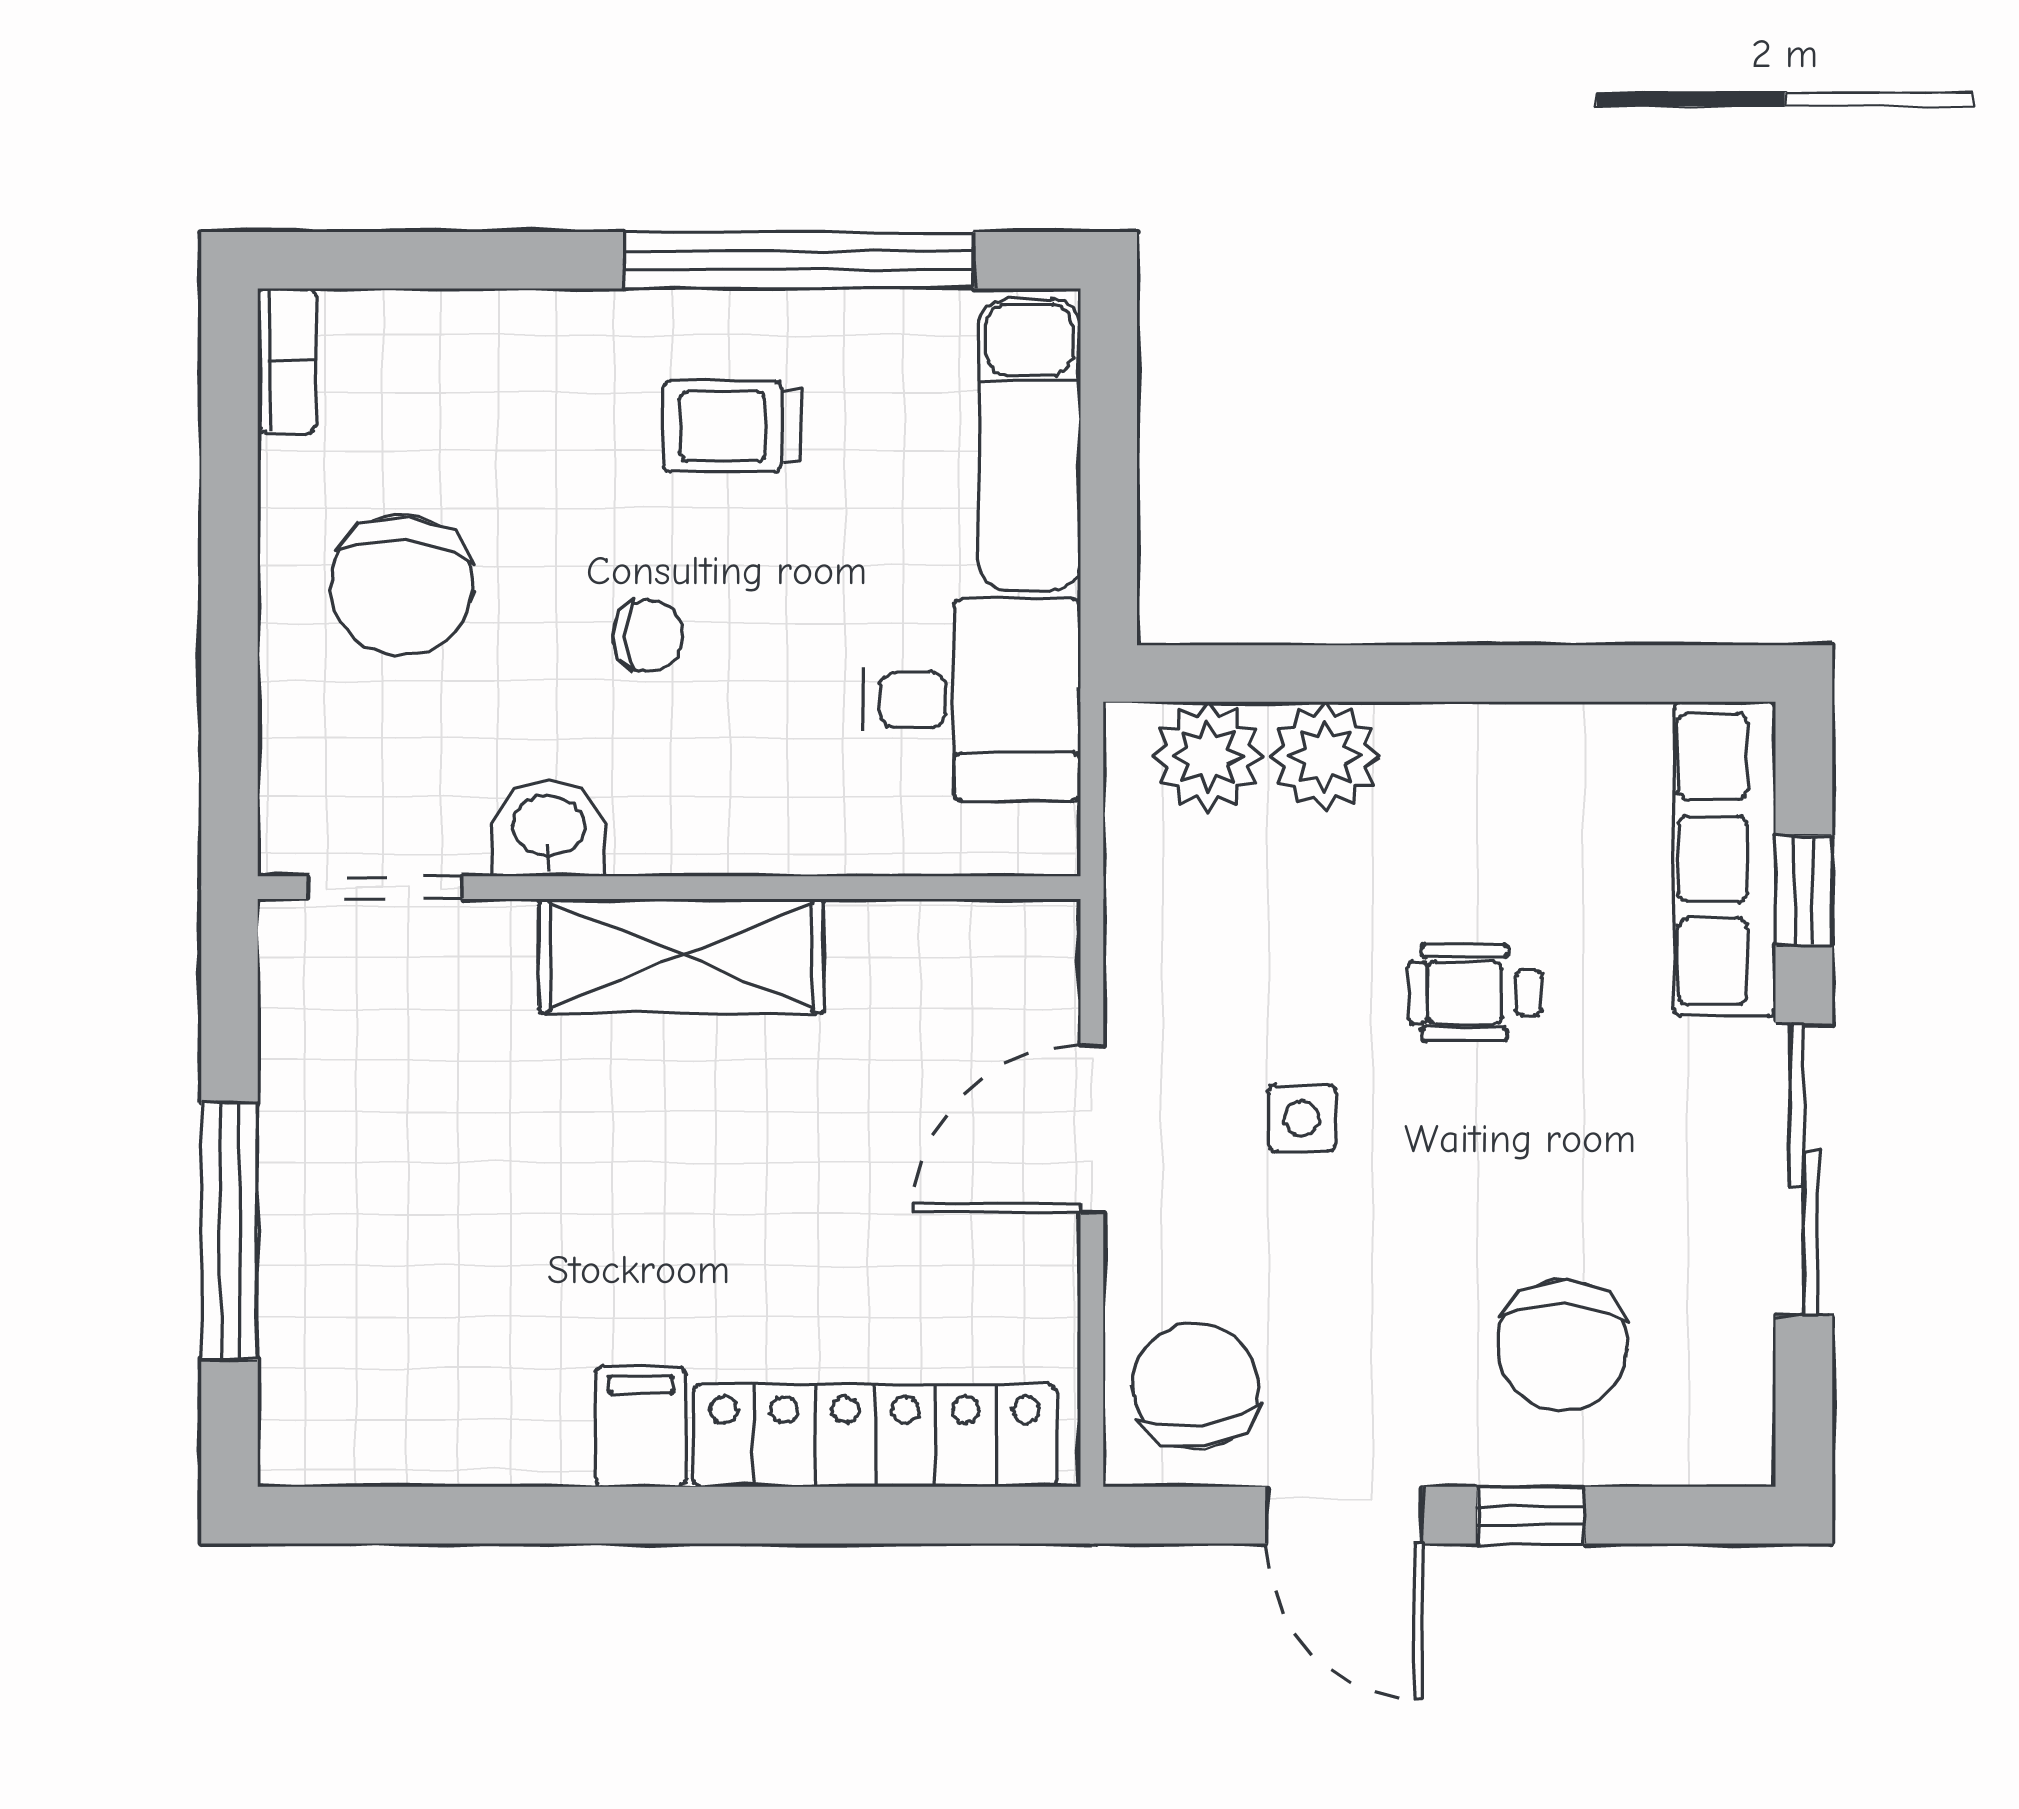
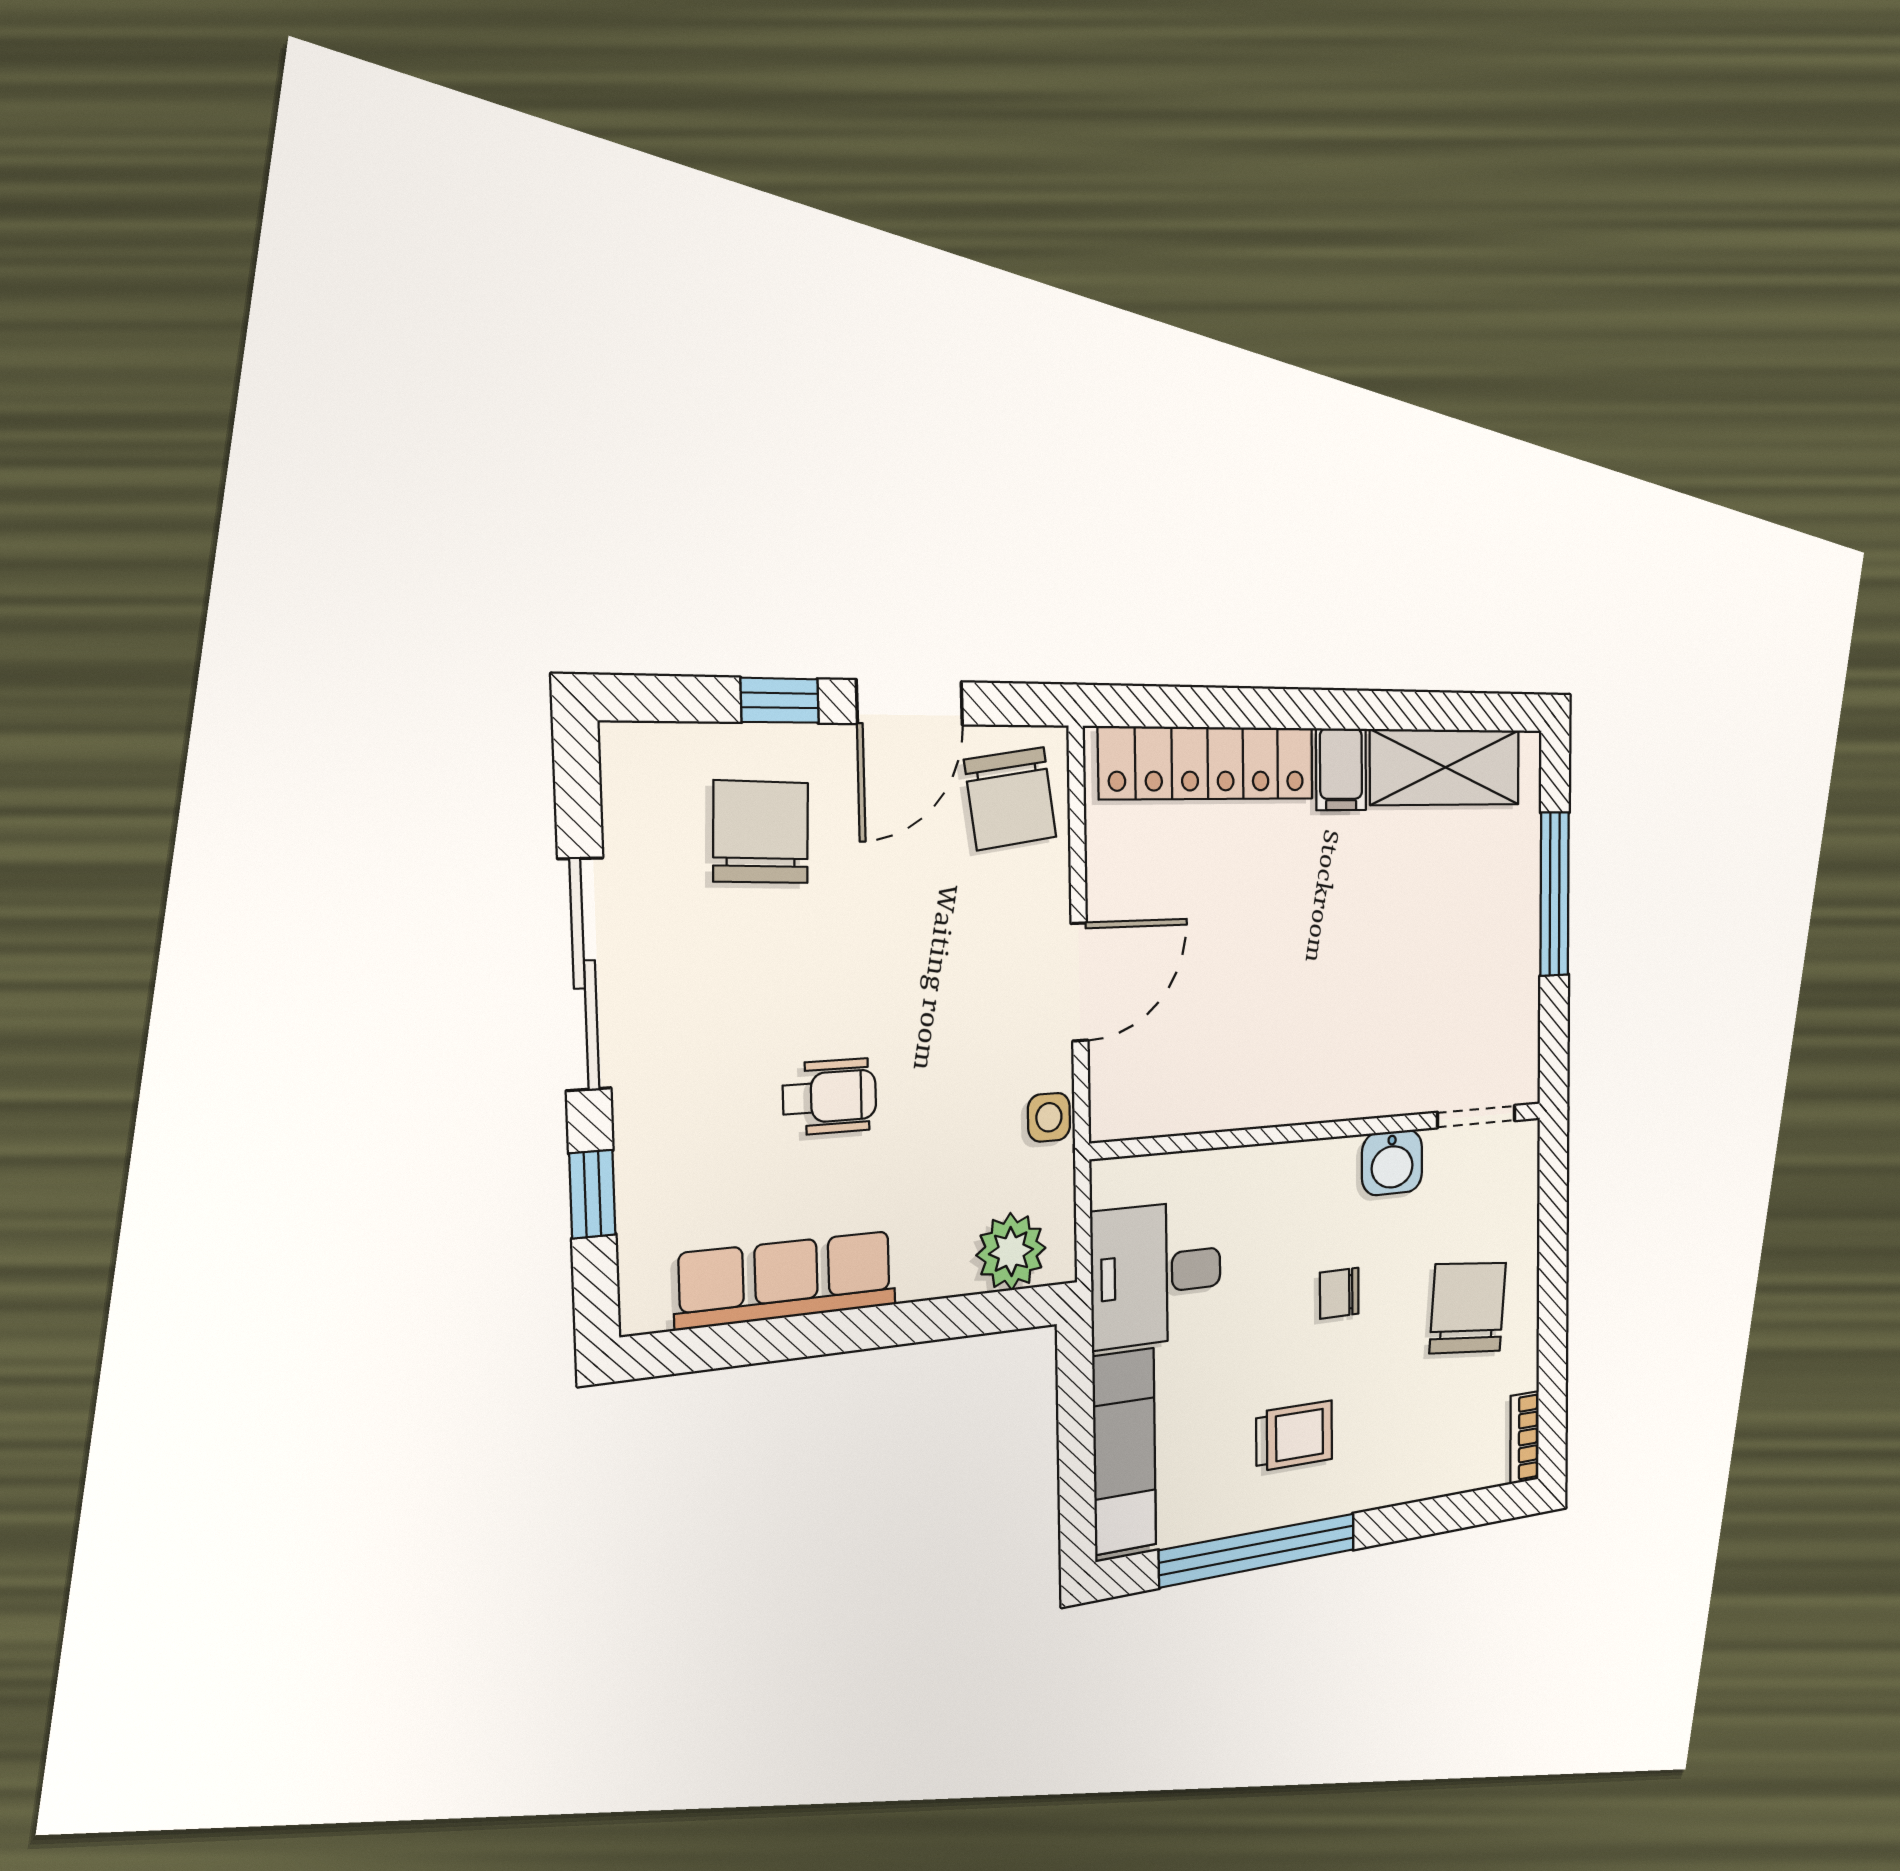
plant: (1325, 756) -> (935, 1260), removed
row of seats: (1725, 859) -> (786, 1280), moved, turned -90
shelving: (681, 956) -> (1446, 767), moved
side table: (1302, 1118) -> (1049, 1117), moved
door: (1345, 1515) -> (910, 702), swing flipped

